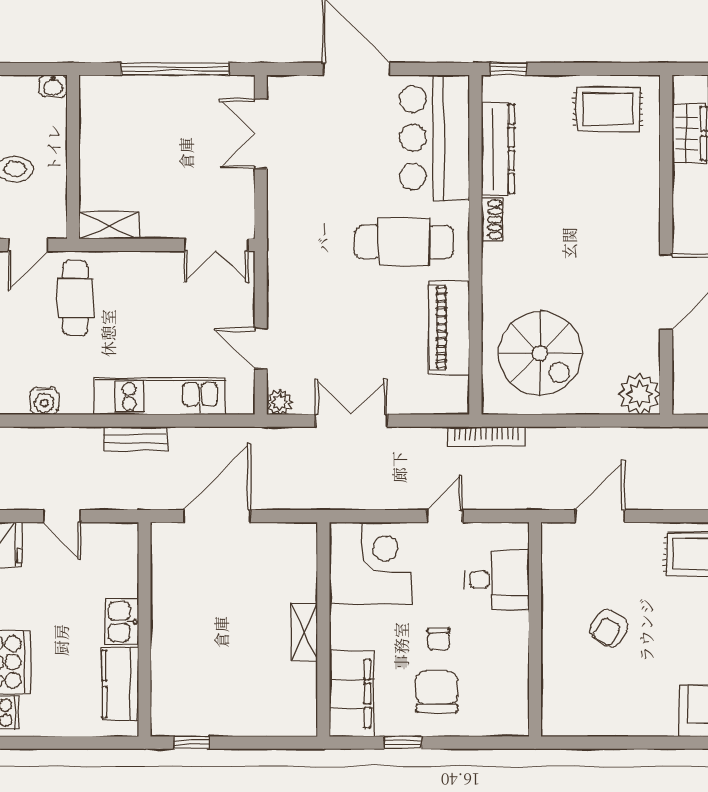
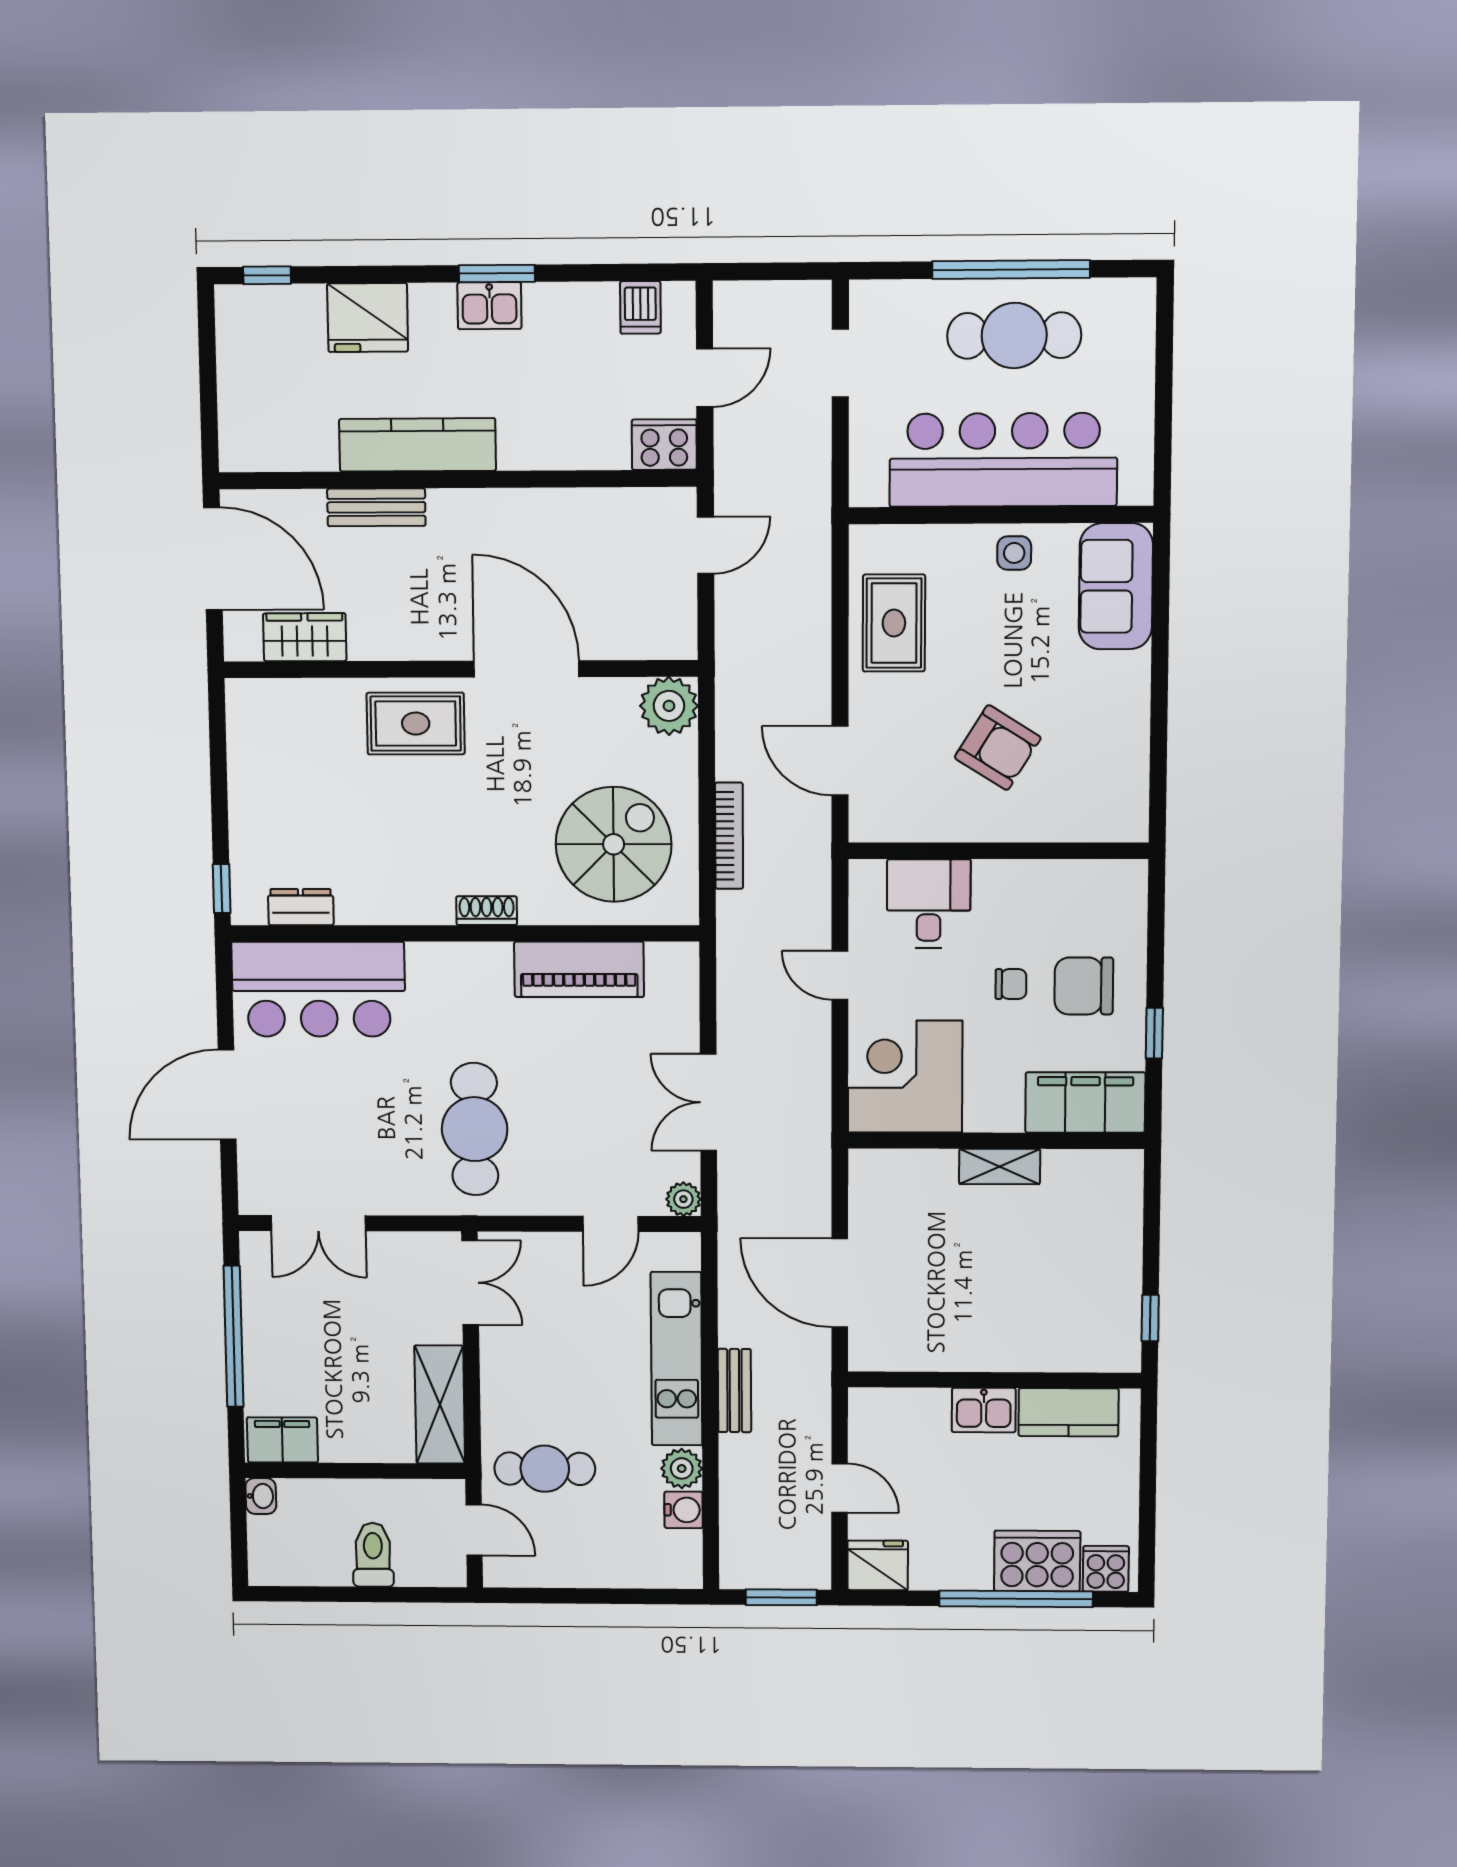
filing cabinet: (96, 103) -> (282, 1440), added
rug: (608, 109) -> (416, 724), moved, turned 90
dresser: (498, 149) -> (301, 907), width x0.51, depth x0.80
shoe rack: (492, 219) -> (487, 911), moved
shelving: (109, 225) -> (440, 1404), width x1.50, depth x1.33
cafe table: (404, 242) -> (475, 1129), moved
plant: (76, 399) -> (682, 1468), added
bookcase: (486, 436) -> (729, 836), moved
door: (62, 516) -> (840, 1488), hinge flipped
armchair: (609, 628) -> (998, 748), width x1.38, depth x1.38

